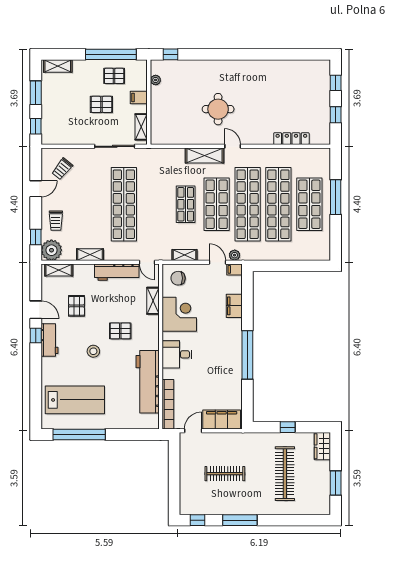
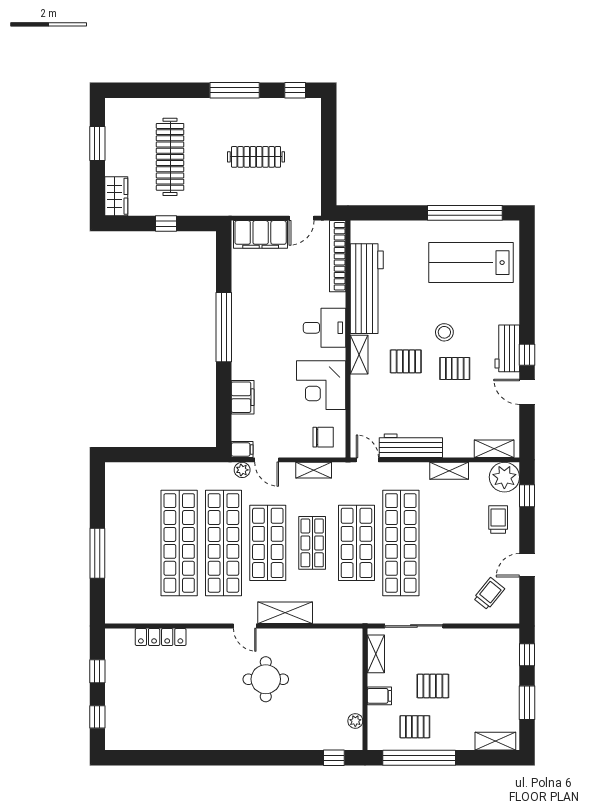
shop shelf: (309, 204) -> (356, 543), moved
shelving: (153, 301) -> (359, 355), moved
pallet: (77, 306) -> (455, 368), moved, turned 90

